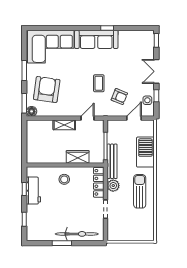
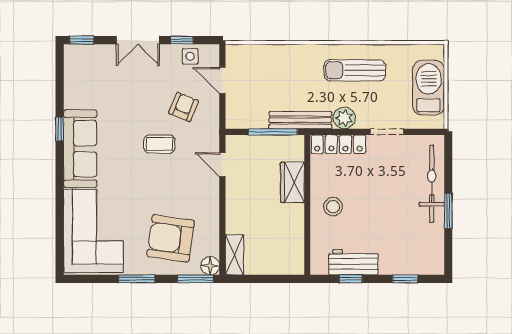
shelving: (64, 125) -> (234, 255), moved
barbecue: (145, 152) -> (429, 88), moved, turned 90

